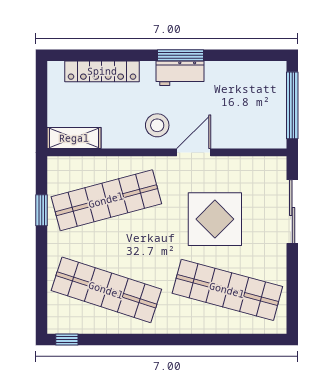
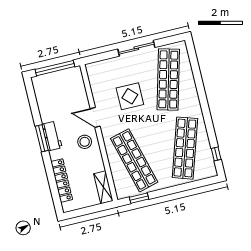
window: (42, 210) -> (139, 198), moved
sliding door: (292, 212) -> (136, 48), moved
display table: (215, 219) -> (130, 96), width x0.73, depth x0.73
window: (67, 340) -> (216, 154), moved

